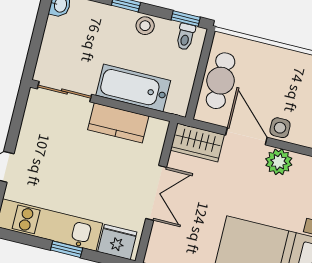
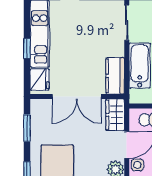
kitchen counter: (118, 123) -> (115, 76), moved
double door: (156, 193) -> (77, 97), width x1.37

